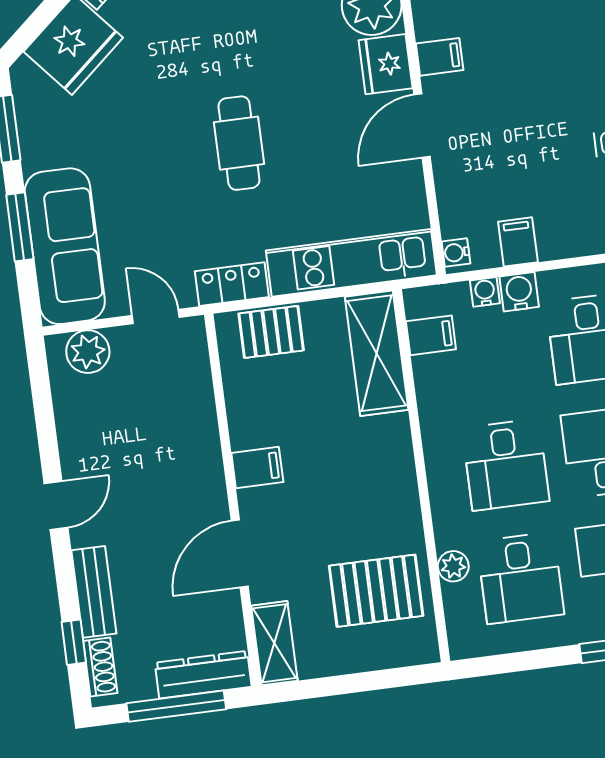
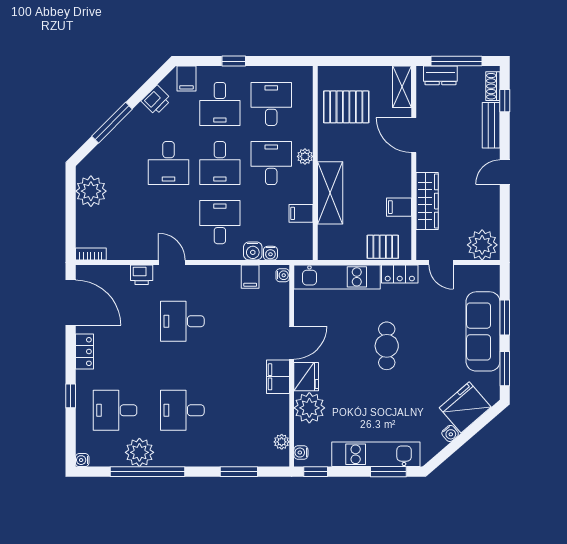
filing cabinet: (440, 57) -> (278, 377), width x2.00
sofa: (65, 246) -> (483, 331), moved
filing cabinet: (431, 335) -> (301, 213), moved
plant: (88, 352) -> (482, 245), width x1.36, depth x1.36
shelving: (377, 353) -> (330, 193), moved
wardrobe: (198, 431) -> (427, 201), added
filing cabinet: (257, 467) -> (399, 207), moved
door: (240, 554) -> (414, 135), swing flipped
plant: (453, 566) -> (305, 156), moved
dresser: (203, 675) -> (440, 75), width x0.70

